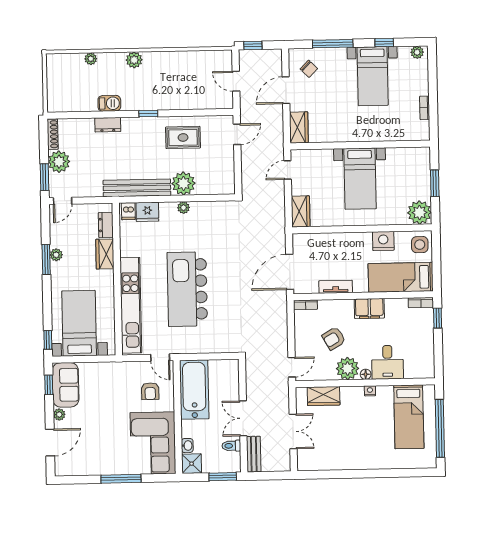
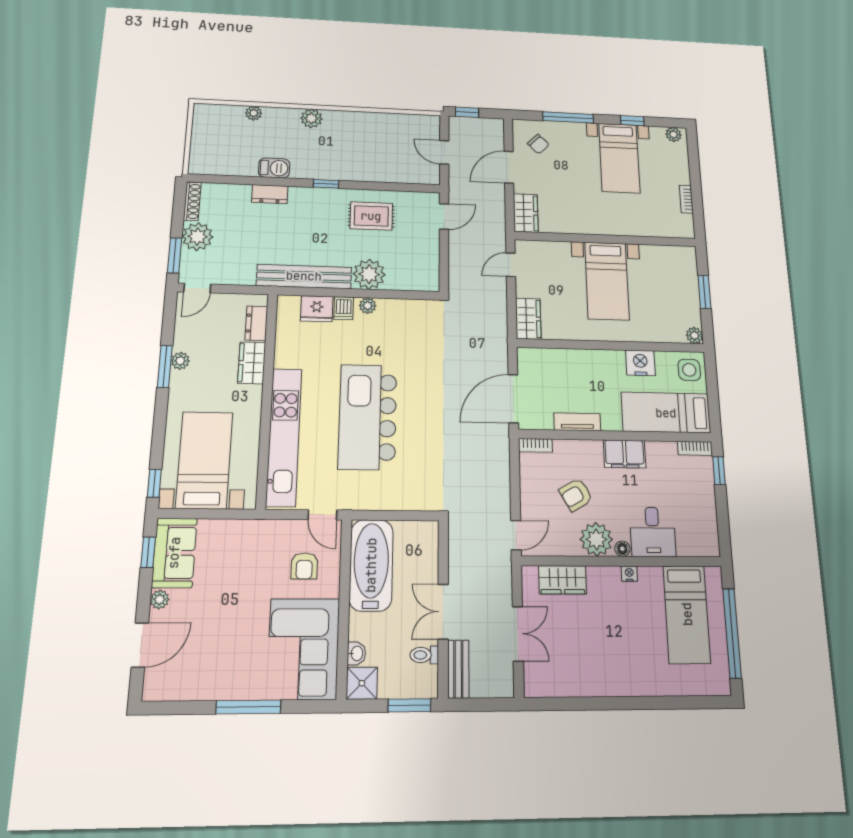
dishwasher: (128, 211) -> (344, 308), moved
plant: (419, 213) -> (695, 335), width x0.53, depth x0.53

